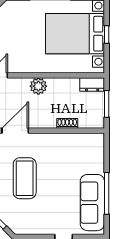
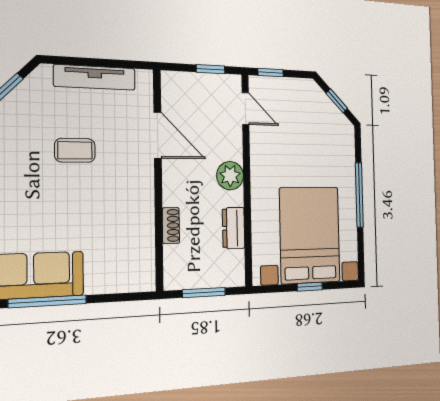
dresser: (92, 85) -> (234, 228), moved
coffee table: (25, 178) -> (75, 150), width x0.54, depth x0.58

